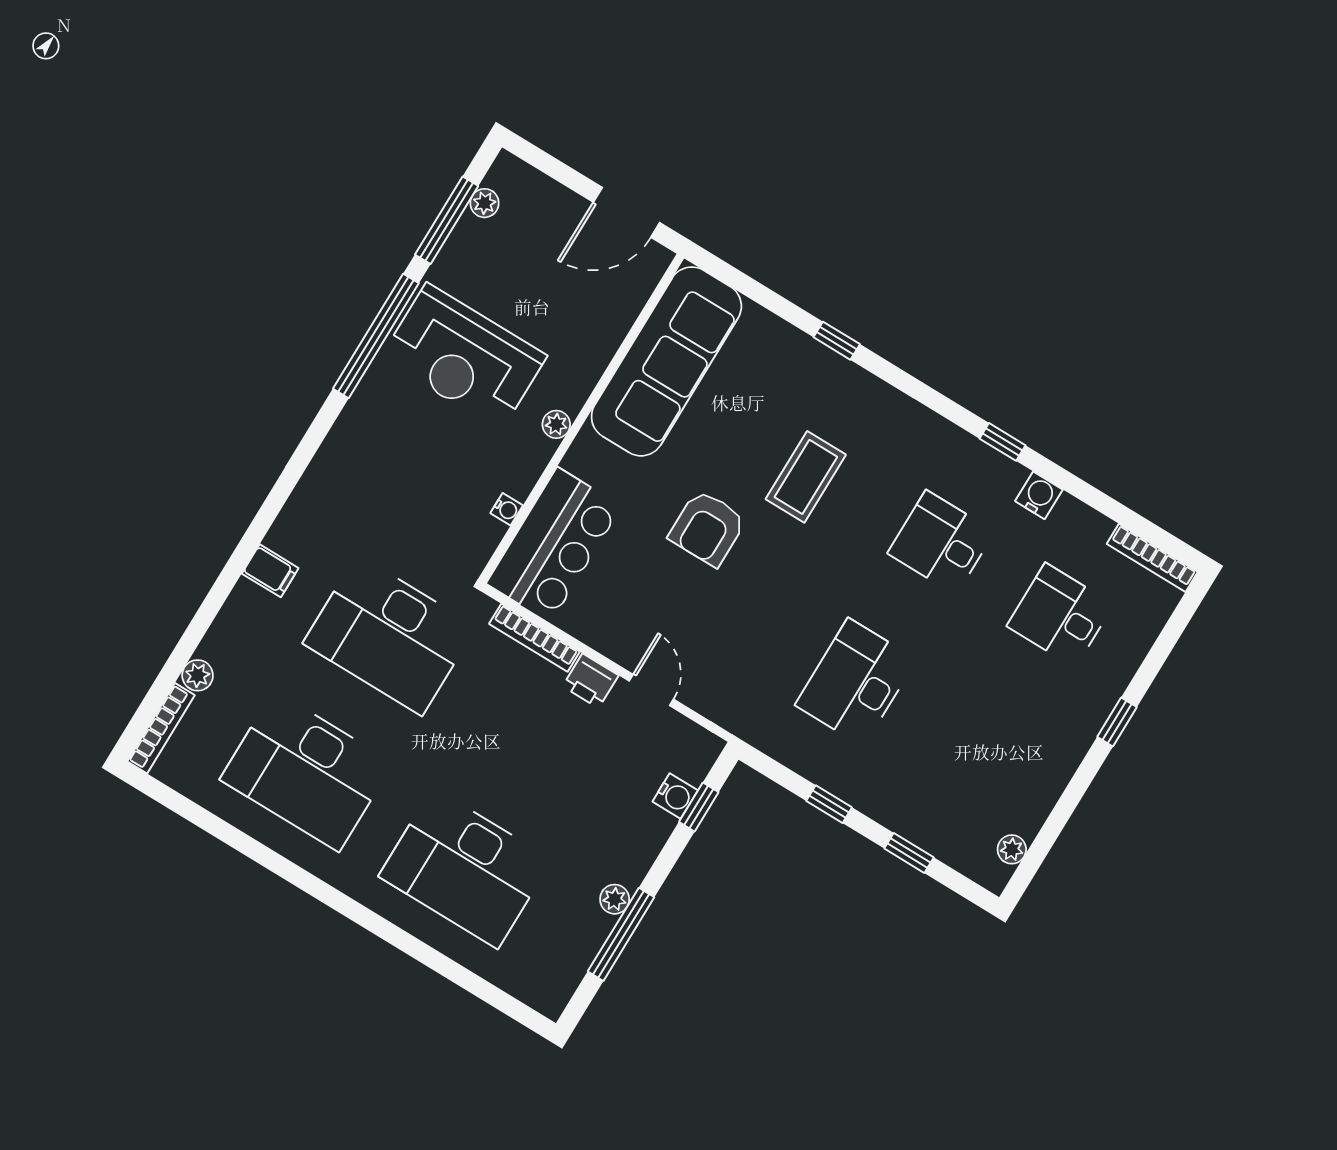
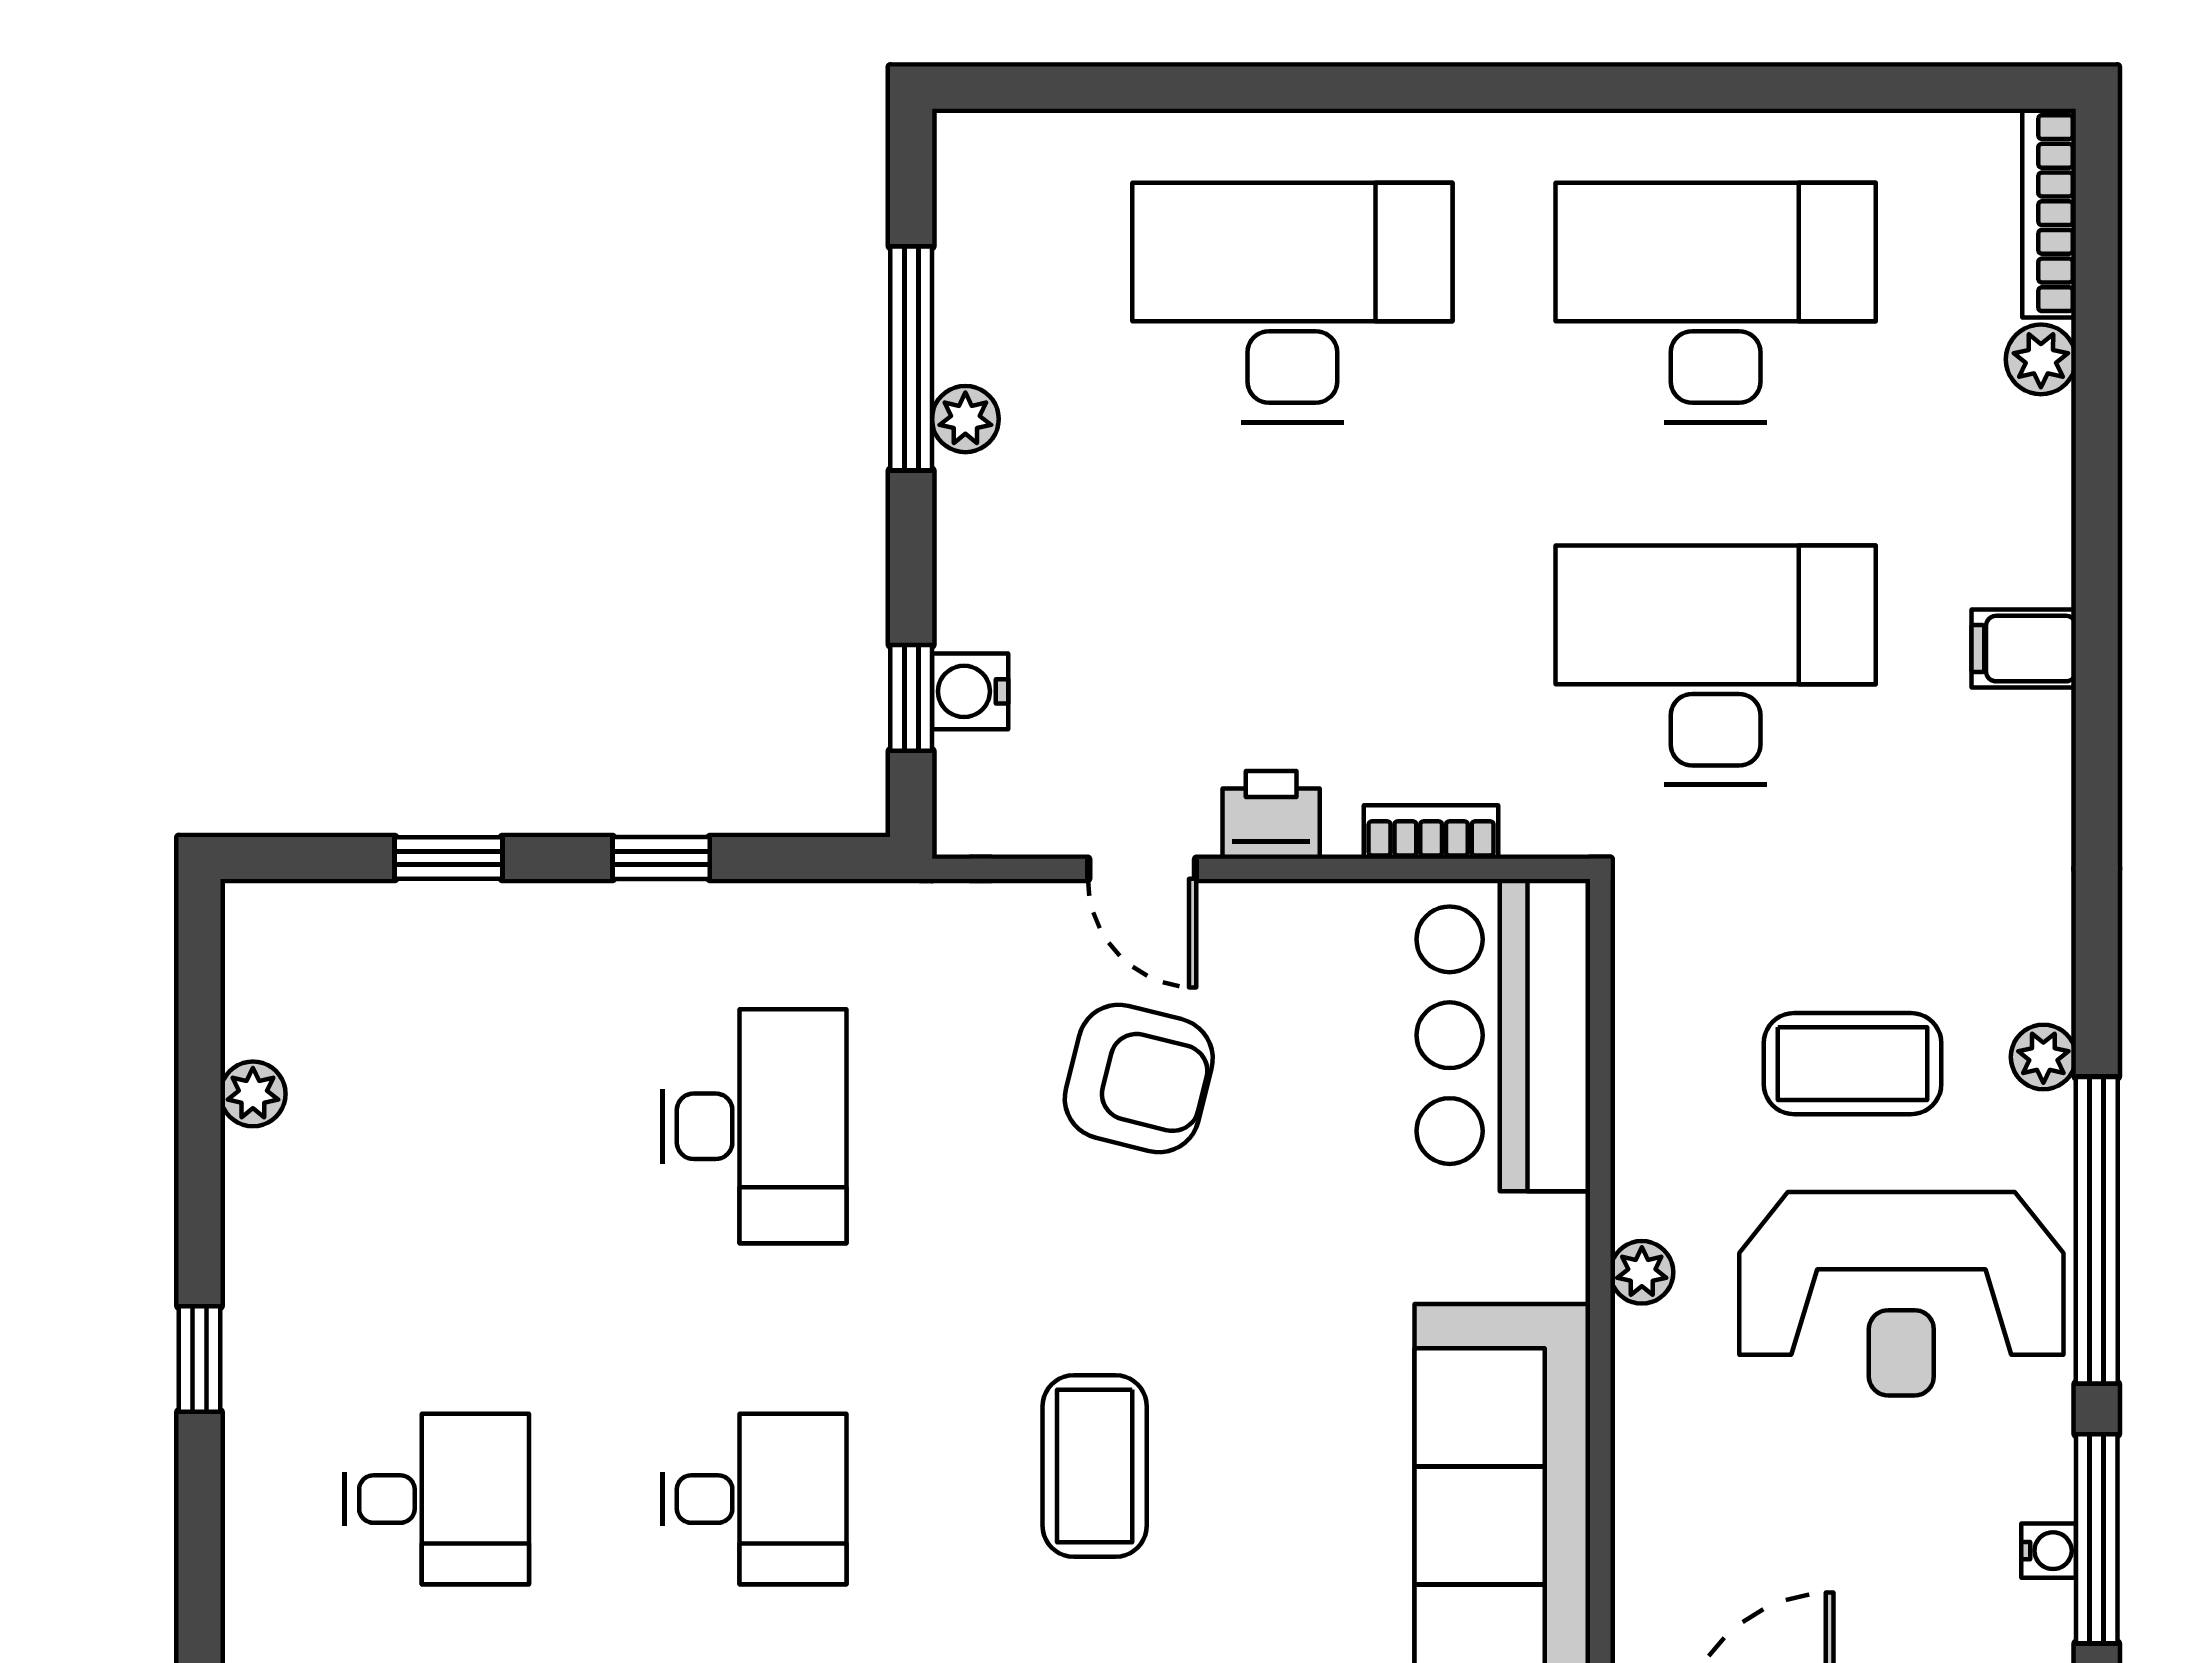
plant: (485, 203) -> (2043, 1057), moved
reception desk: (464, 357) -> (1901, 1294), turned 180
coffee table: (429, 454) -> (1853, 1064), added
water cooler: (507, 509) -> (2049, 1551), moved, turned 180
armchair: (707, 528) -> (1139, 1078), moved, turned 104
bookcase: (534, 638) -> (1431, 832), width x0.64
plant: (1012, 849) -> (253, 1094), moved

